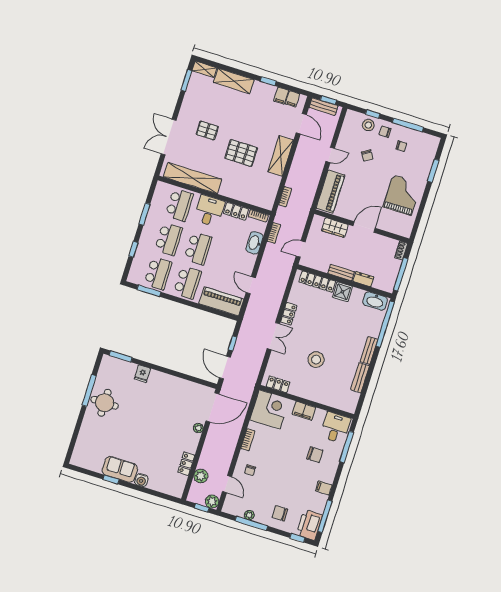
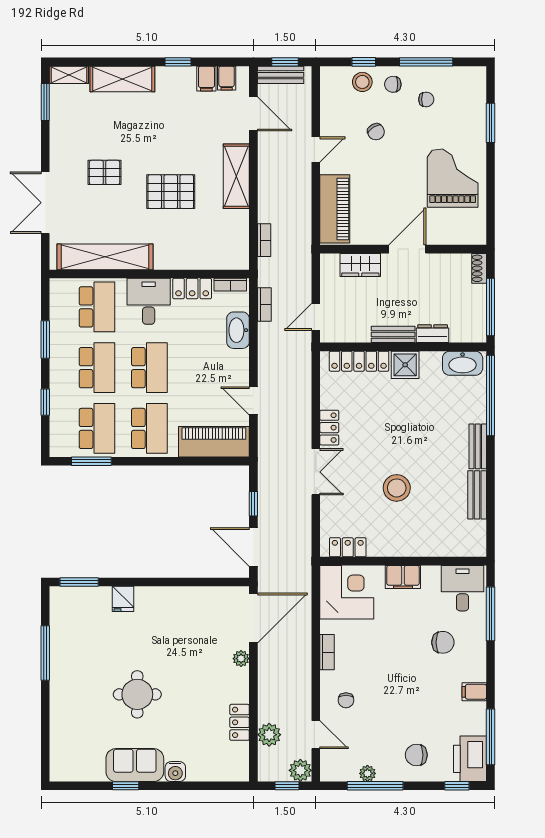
round table: (105, 403) -> (137, 694), moved

